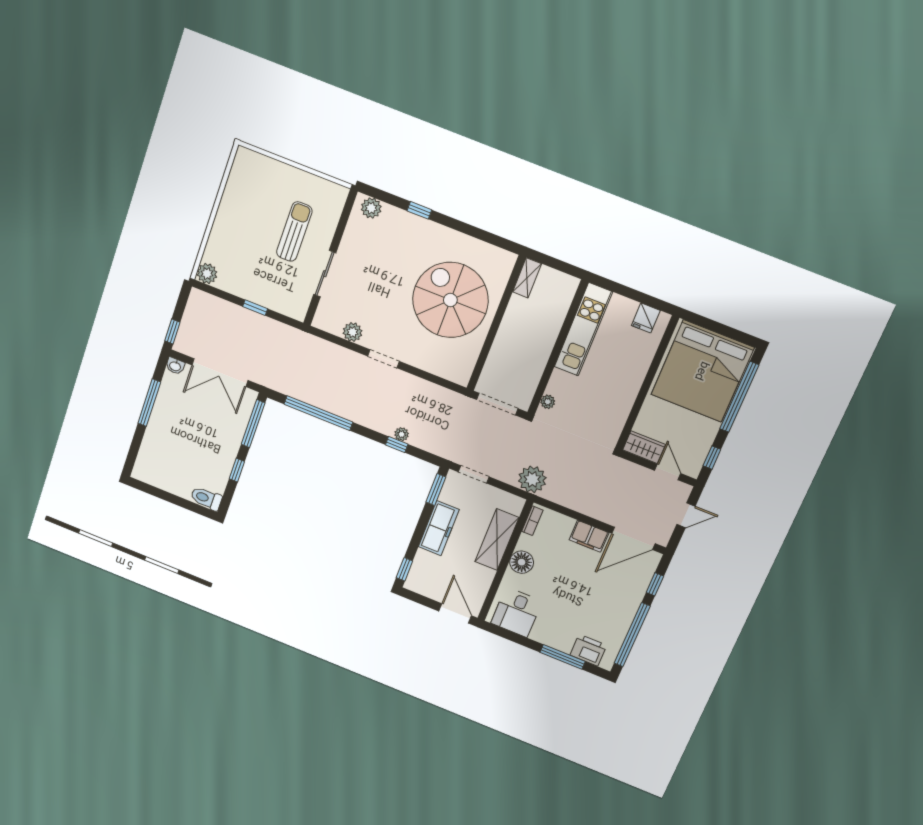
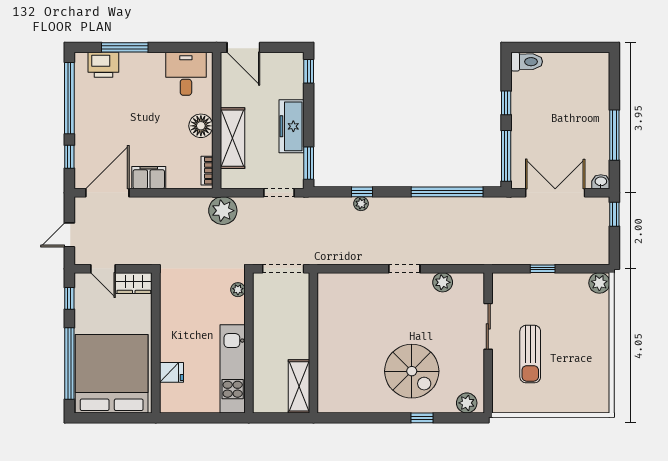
shelving: (527, 278) -> (299, 386), width x1.50, depth x1.33
spiral stairs: (450, 300) -> (412, 371), moved, width x0.73, depth x0.73
fridge: (646, 318) -> (171, 372), moved, turned 90

